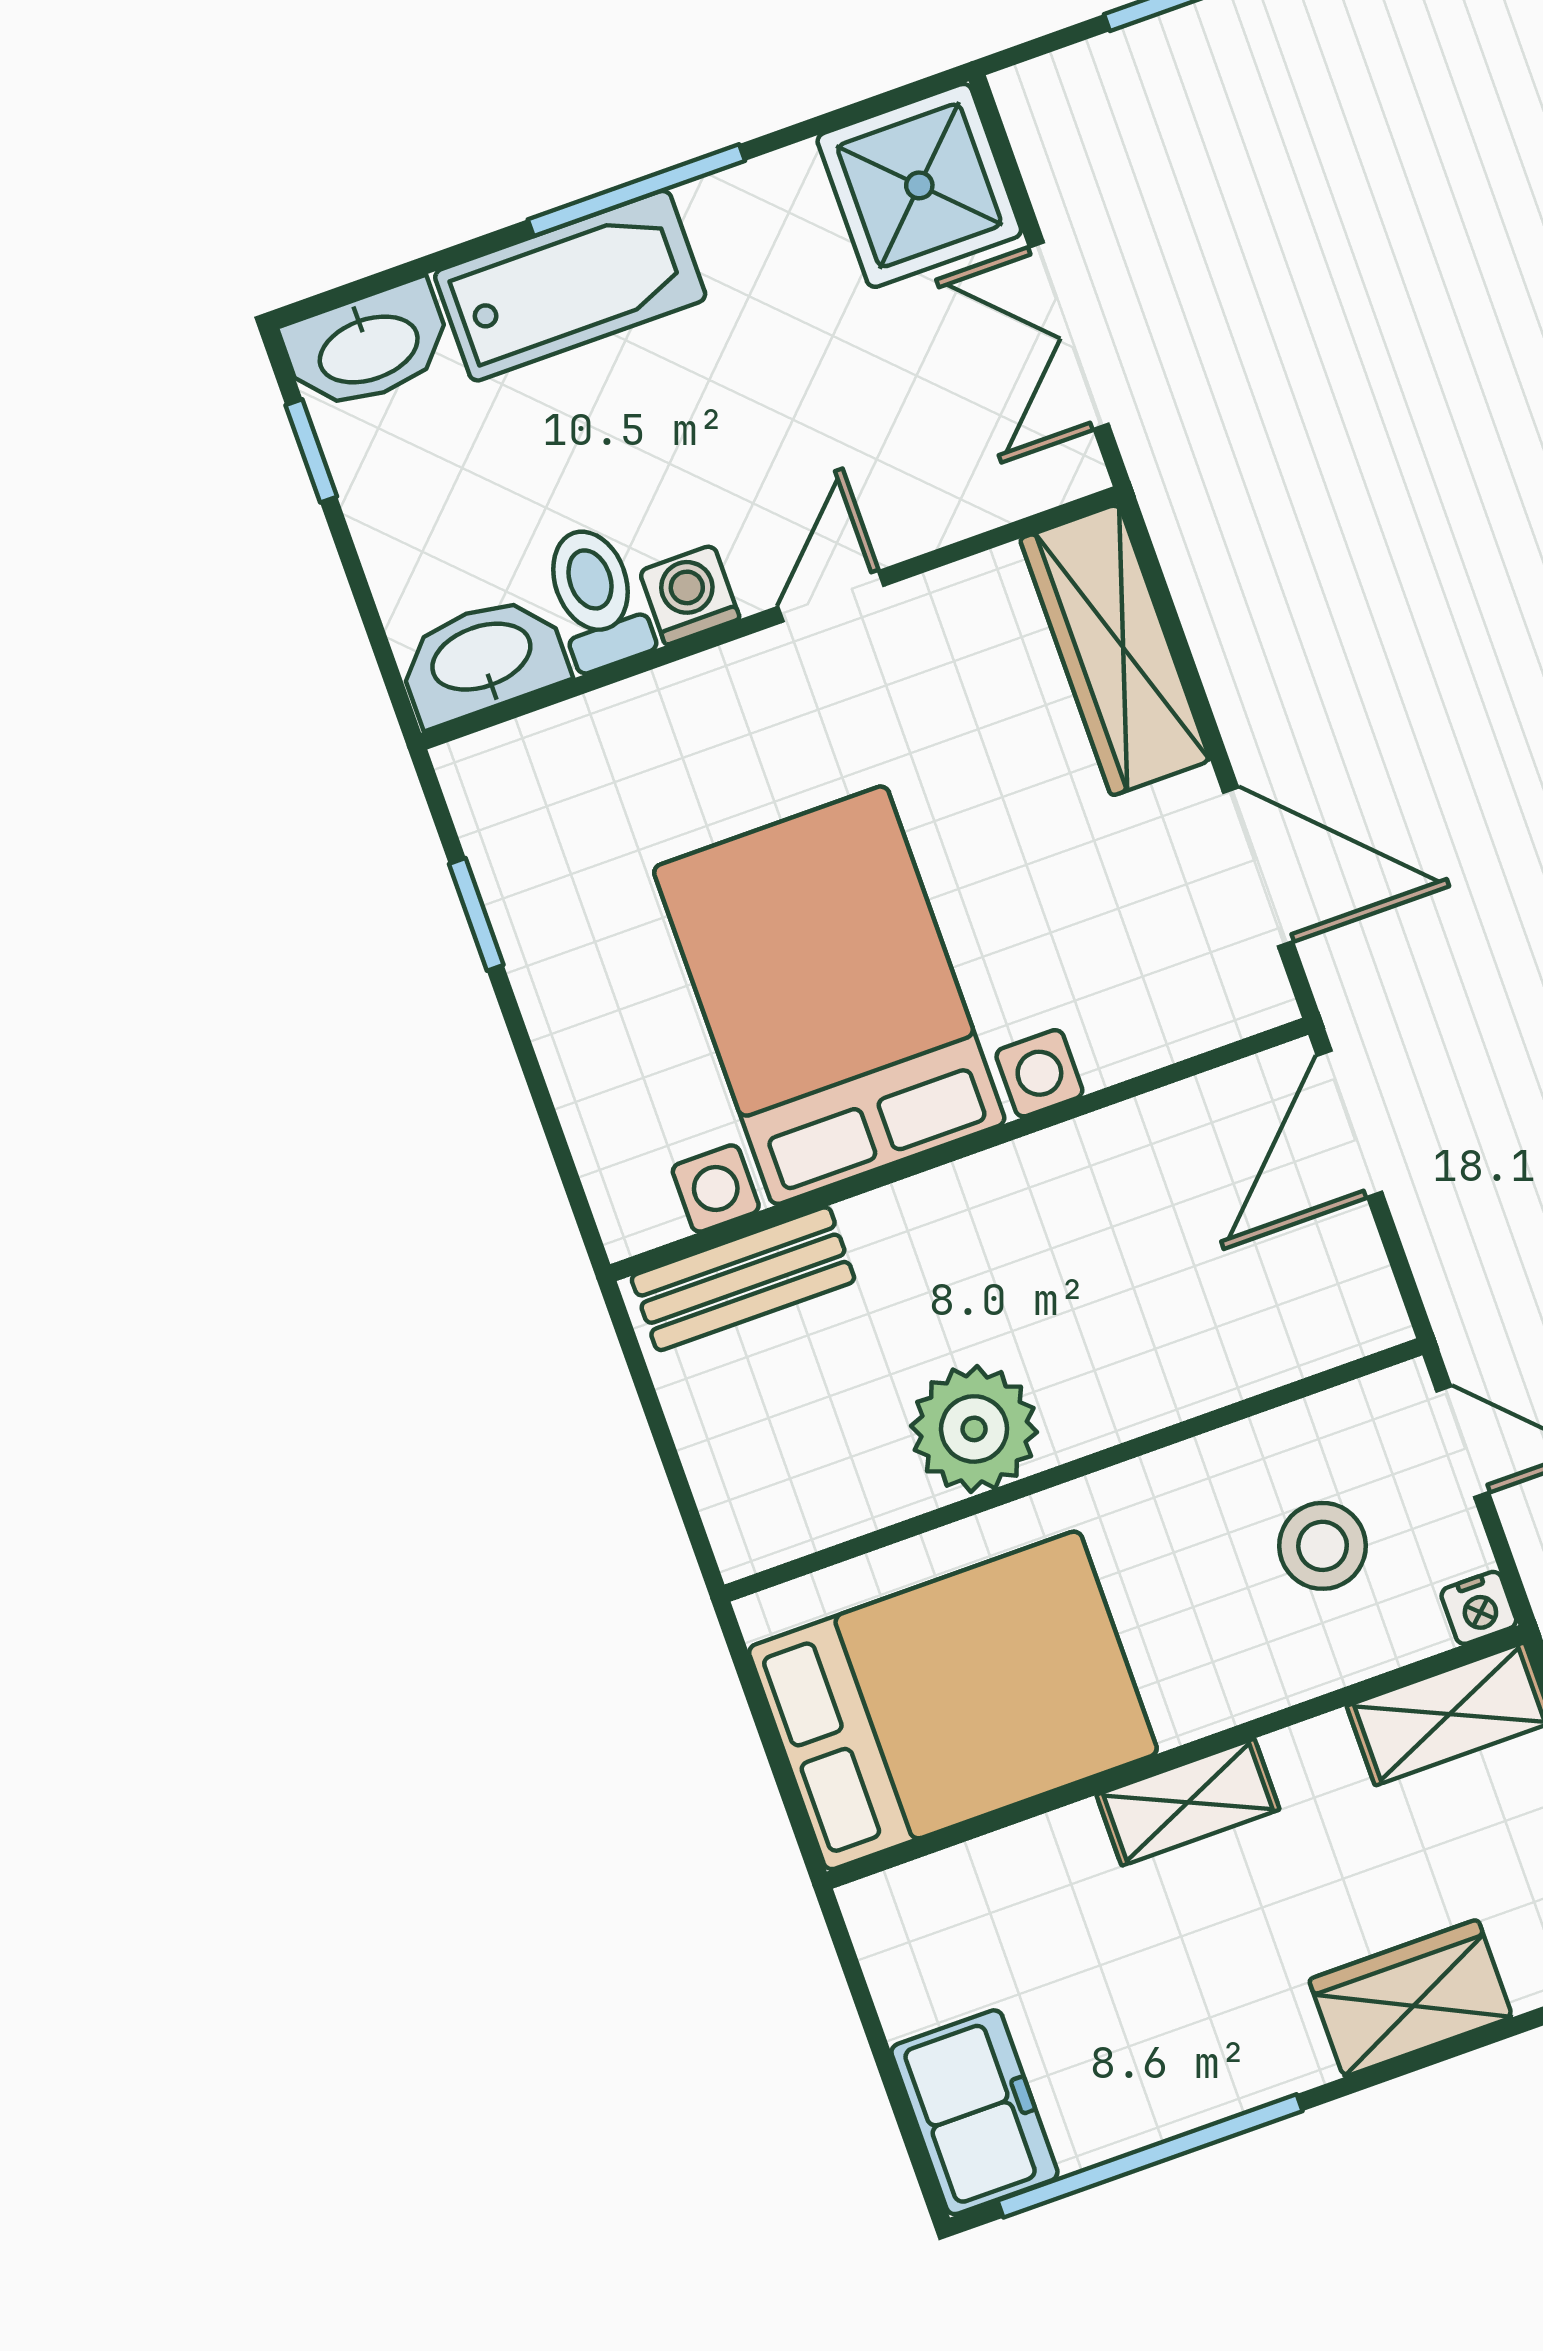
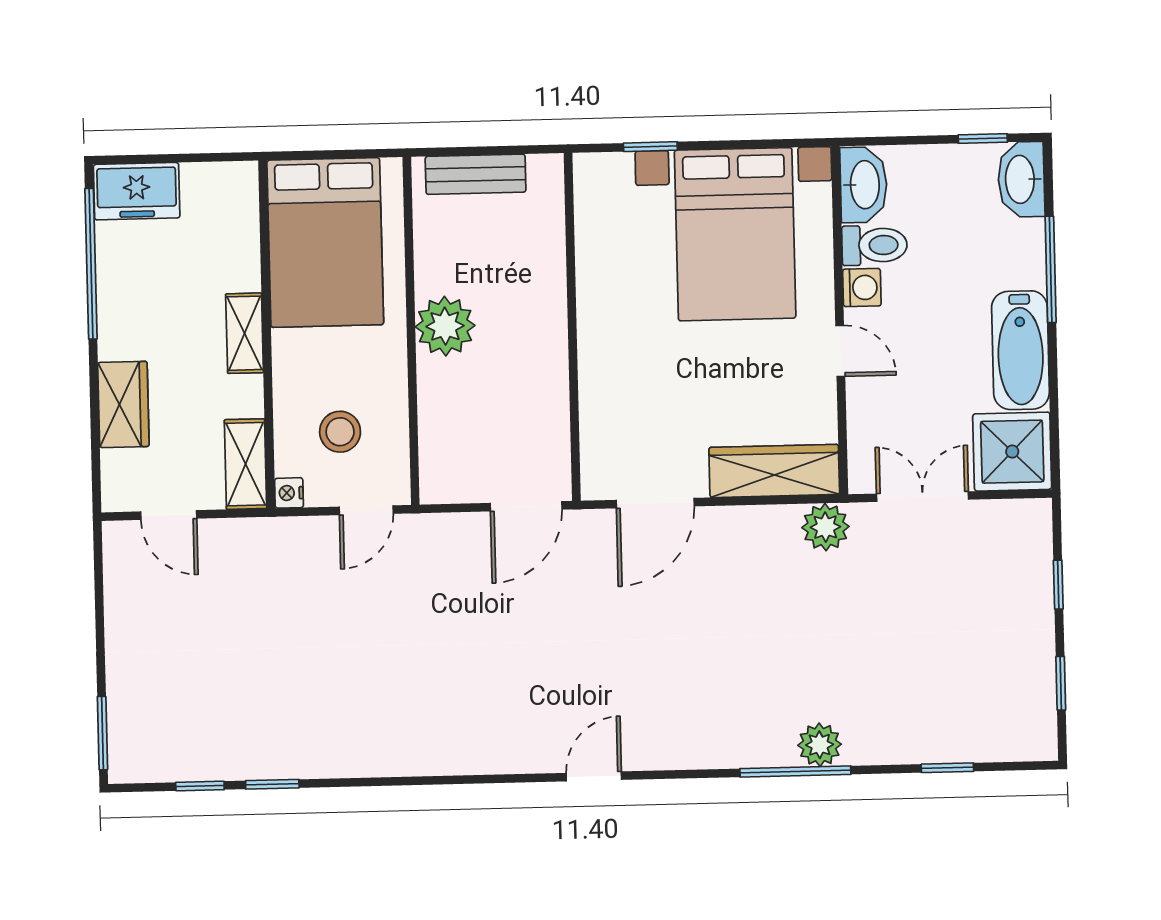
window: (636, 190) -> (1051, 269), moved
bathtub: (570, 286) -> (1020, 350), moved
plant: (1194, 510) -> (825, 527), added
window: (476, 914) -> (650, 147), moved
bed with nightstands: (829, 995) -> (735, 234), moved, turned 90
door: (1349, 1124) -> (526, 506), swing flipped
bench: (743, 1279) -> (476, 174), moved, turned 90
plant: (974, 1429) -> (445, 326), moved

